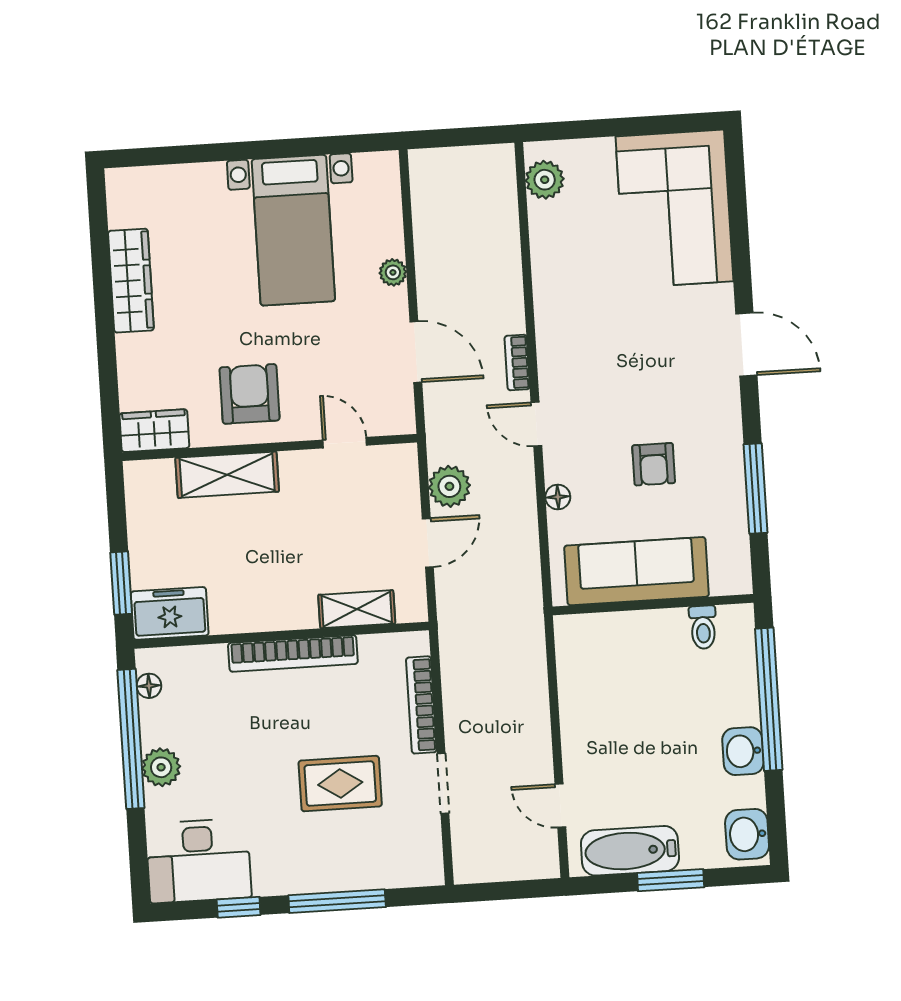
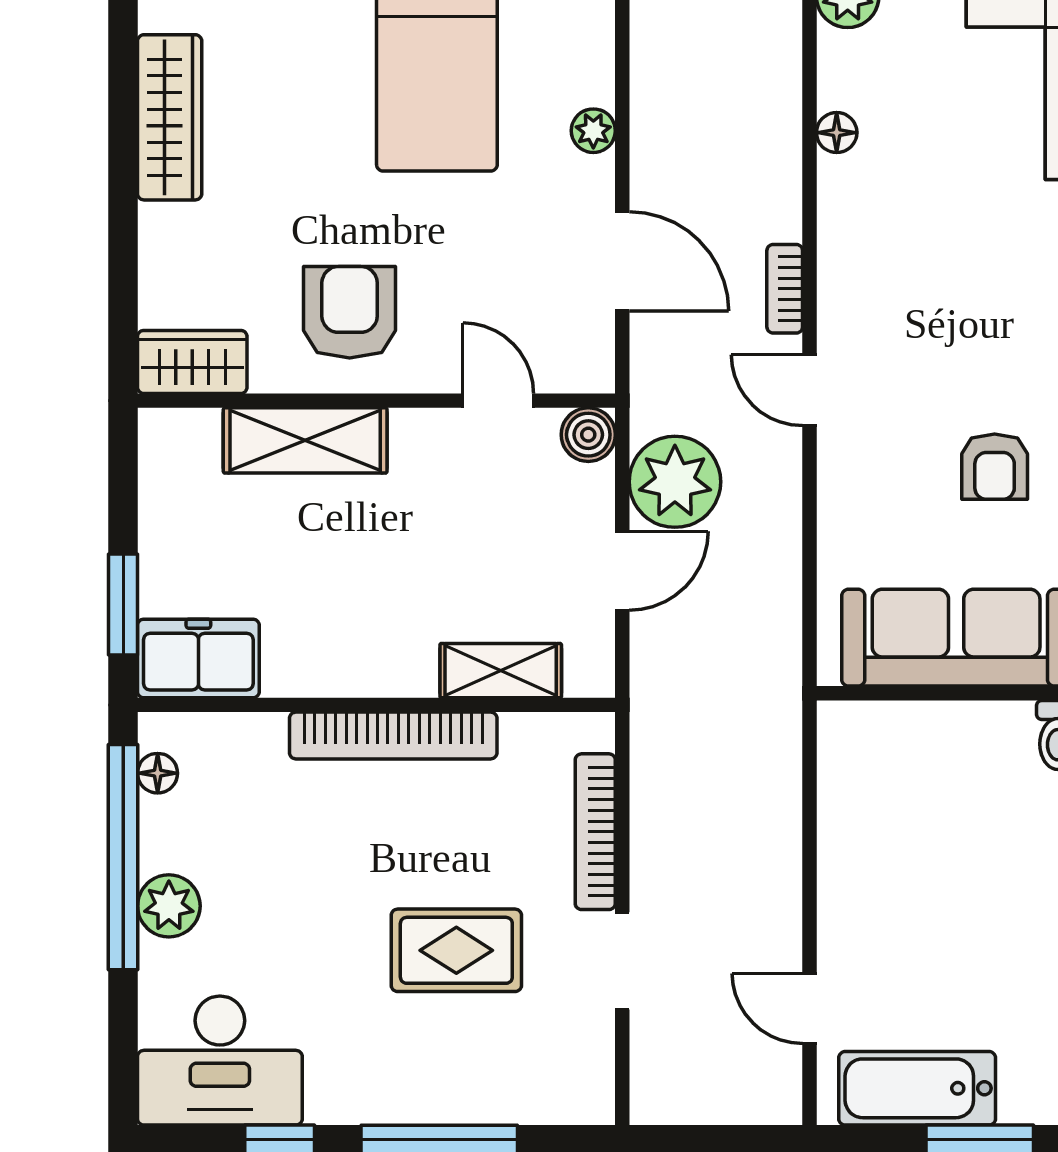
boiler: (402, 460) -> (588, 435), added
plant: (449, 486) -> (675, 482), width x1.36, depth x1.36
floor lamp: (558, 497) -> (837, 133), moved

